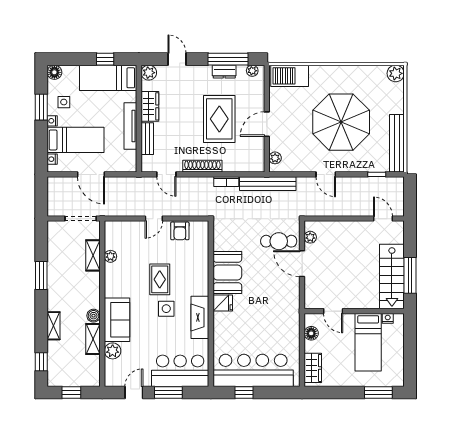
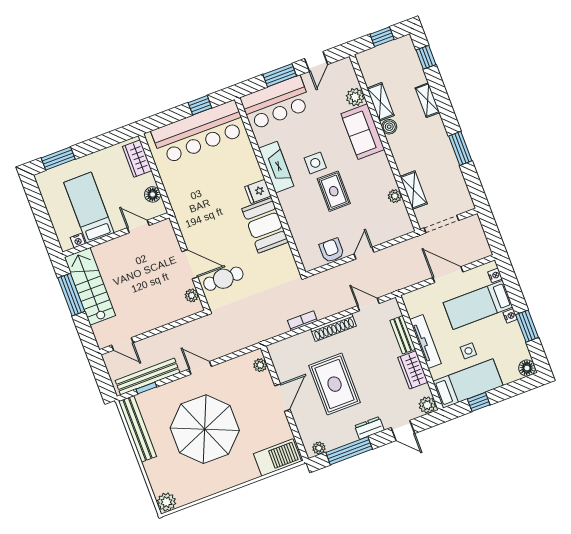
dresser: (224, 72) -> (369, 428), moved
side table: (64, 102) -> (468, 351), moved
bench: (268, 184) -> (147, 376), moved

